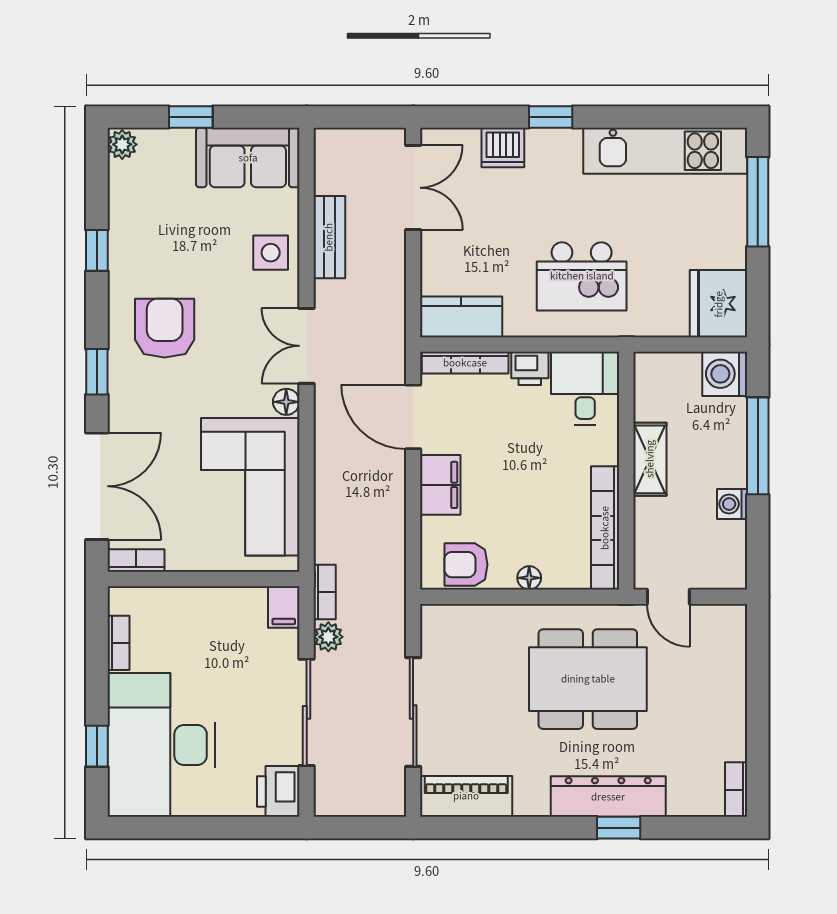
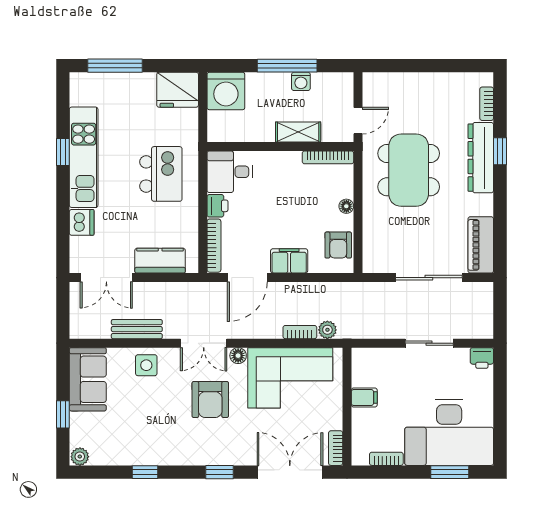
window: (551, 117) -> (63, 152), moved
kitchen unit: (665, 151) -> (84, 157), moved
double door: (413, 188) -> (106, 278), swing flipped
kitchen counter: (461, 317) -> (160, 261), moved, turned 90
armchair: (165, 328) -> (210, 400), moved, turned -90
washing machine: (725, 374) -> (226, 91), width x1.37, depth x1.37
window: (758, 446) -> (287, 66), moved
shelving: (650, 459) -> (298, 132), moved
bookcase: (605, 528) -> (328, 157), width x0.68, depth x0.76
bookcase: (325, 592) -> (300, 332), moved
filing cabinet: (284, 607) -> (364, 397), moved
plant: (328, 637) -> (327, 330), moved
sliding door: (307, 712) -> (429, 343), width x0.73
window: (97, 746) -> (450, 472), width x1.50
bookcase: (736, 790) -> (487, 104), moved, turned 90
printer: (278, 791) -> (482, 358), width x0.73, depth x0.81

